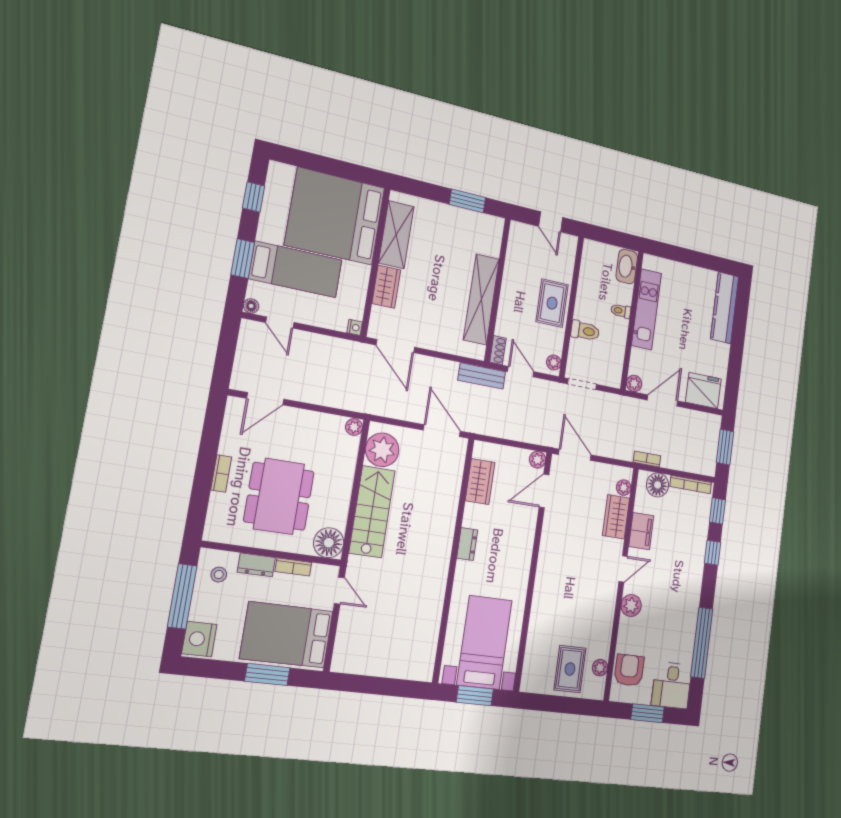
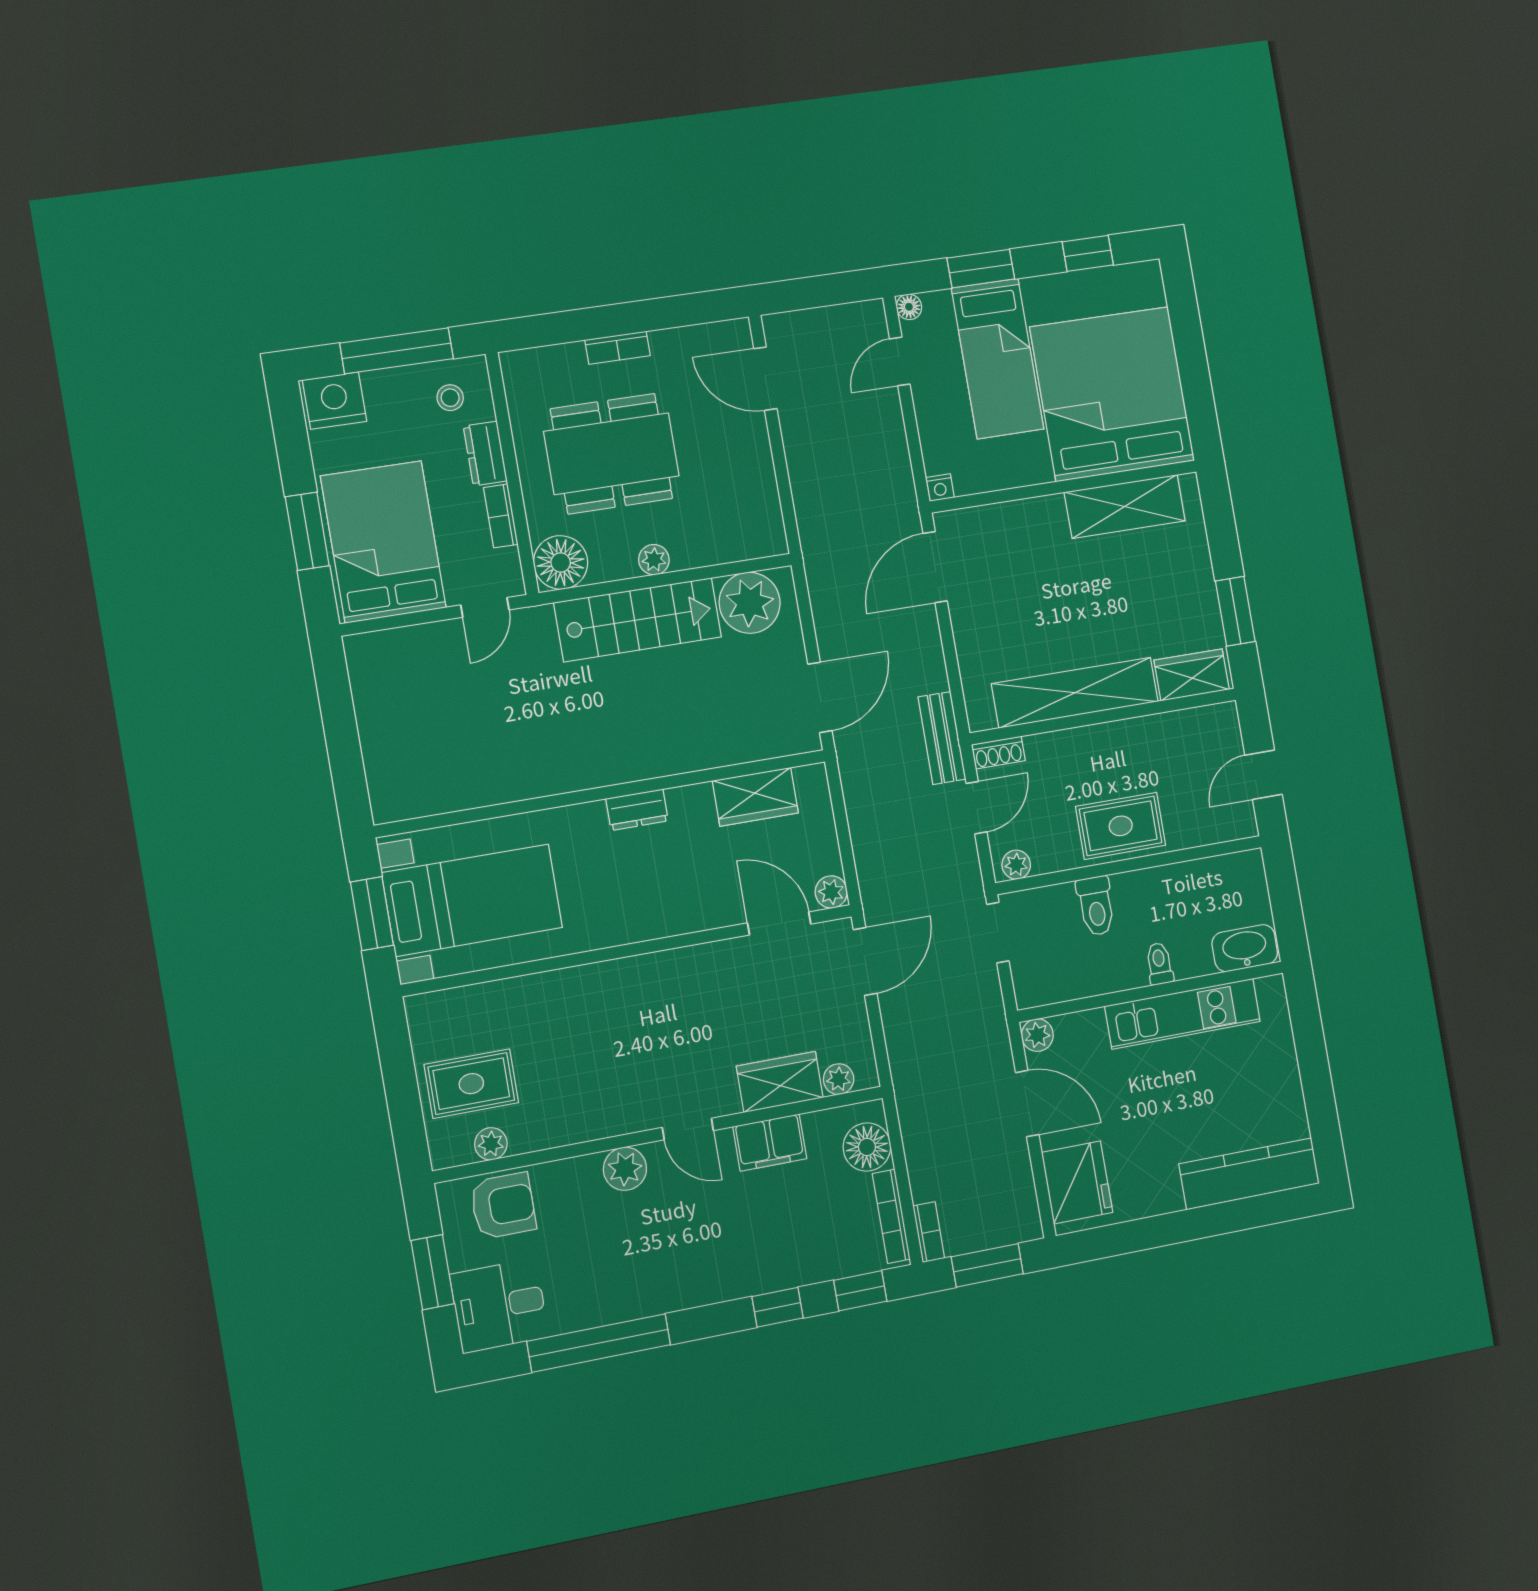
wardrobe: (386, 287) -> (1192, 675), moved, turned 180
plant: (354, 427) -> (654, 560), moved
bookcase: (647, 459) -> (929, 1232), moved

